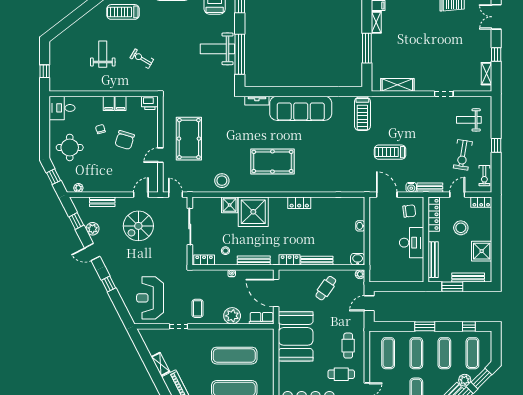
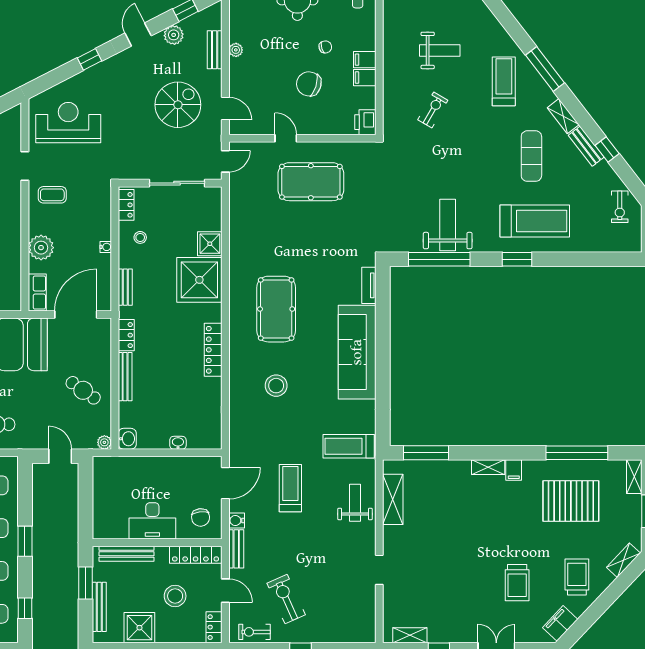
window: (367, 48) -> (426, 453), moved
weight bench: (469, 120) -> (355, 503), moved
exercise bike: (463, 155) -> (286, 599), turned 57
stool: (222, 181) -> (276, 386), moved
plant: (78, 188) -> (236, 50), moved
locker: (299, 203) -> (213, 350), width x1.53
spiral stairs: (138, 226) -> (178, 105), turned 90
bench: (254, 260) -> (125, 287), width x0.73

